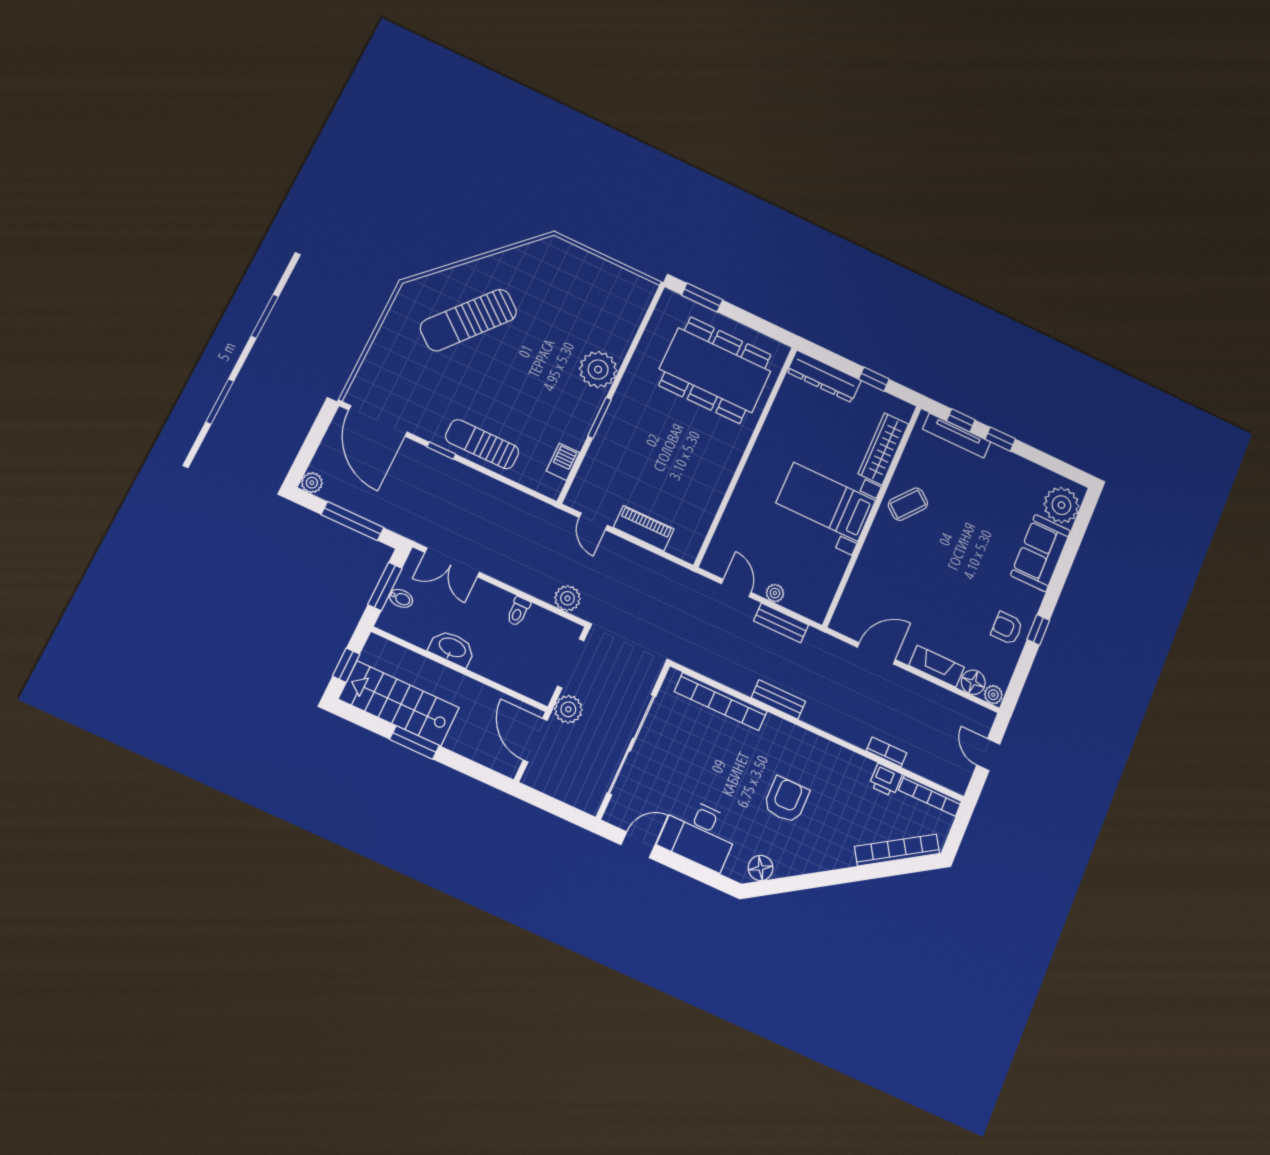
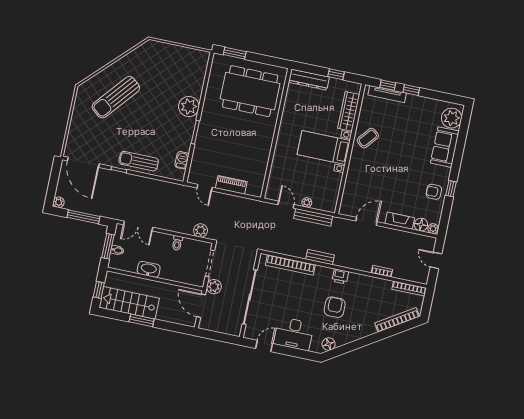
bench: (781, 623) -> (313, 217), width x1.36
printer: (886, 780) -> (340, 276), moved

